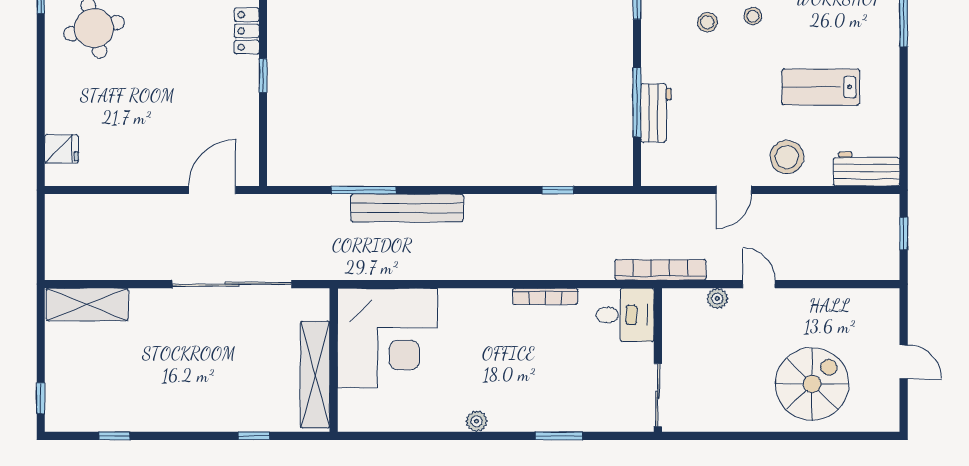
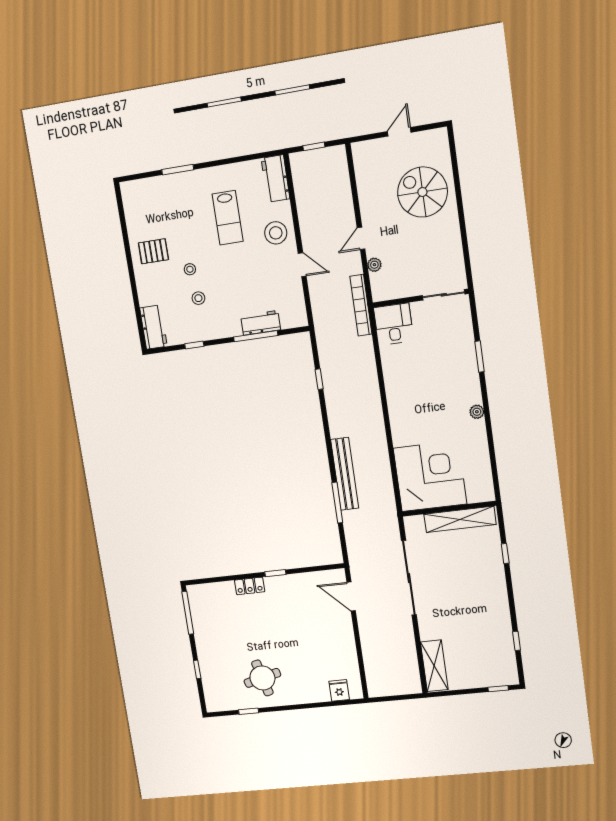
bookcase: (545, 296) -> (389, 378), removed

